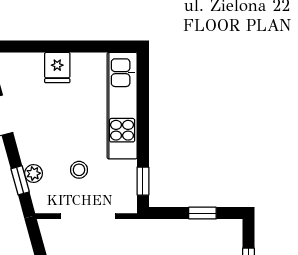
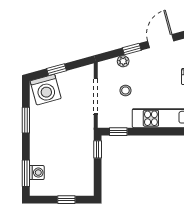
window: (20, 180) -> (132, 49), moved
window: (202, 213) -> (98, 149), moved

